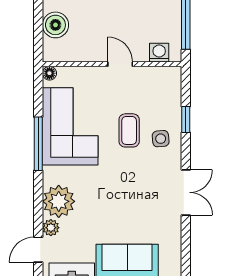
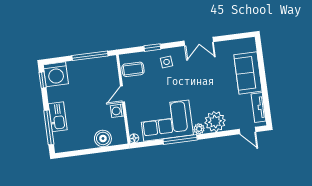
washing machine: (159, 53) -> (117, 111), moved
coffee table: (129, 130) -> (133, 69), moved
double door: (186, 192) -> (199, 41), swing flipped
plant: (51, 228) -> (199, 129), moved

